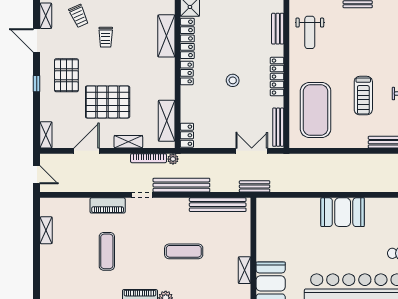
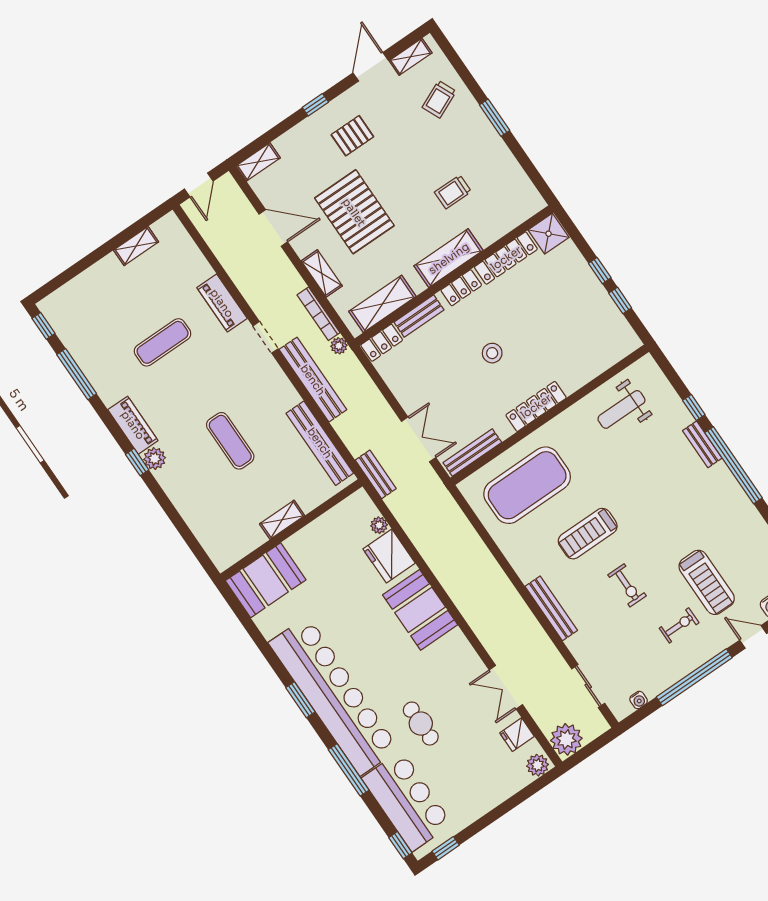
bench: (278, 29) -> (419, 316), moved
shelving: (166, 36) -> (449, 258), moved
trolley: (106, 37) -> (453, 192), moved
pallet: (66, 75) -> (352, 136), width x0.67, depth x0.71
plant: (283, 203) -> (379, 525), added
fridge: (303, 209) -> (389, 556), added
shelving: (244, 270) -> (282, 520), moved

